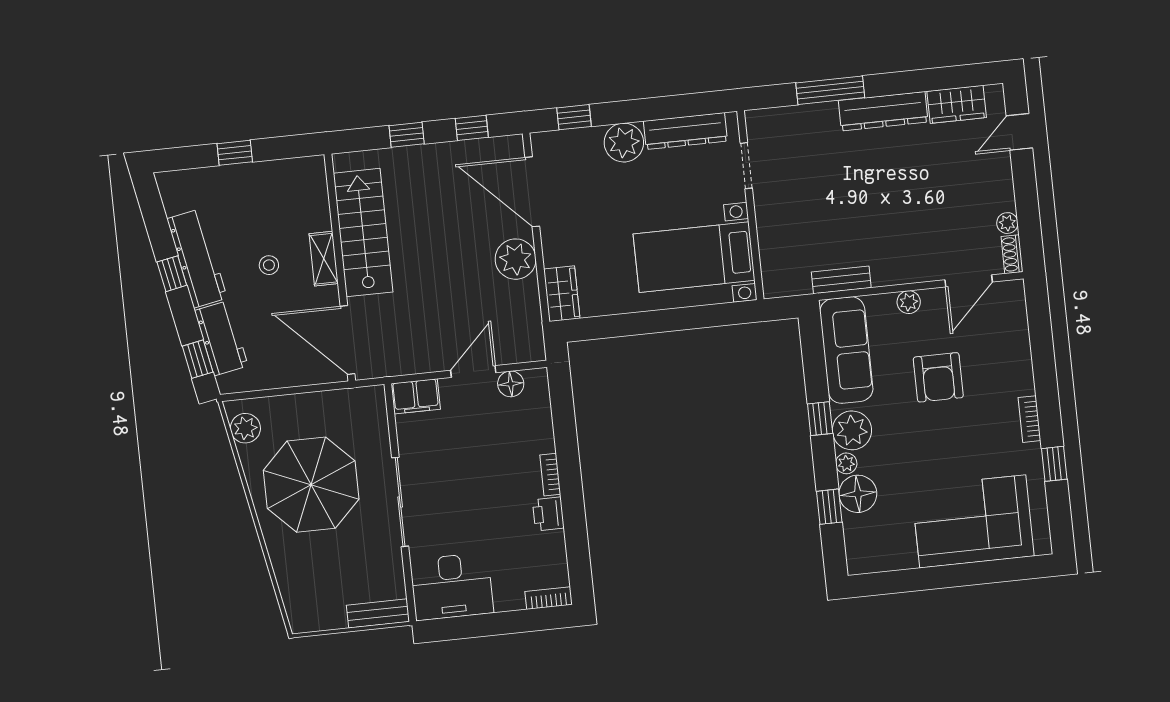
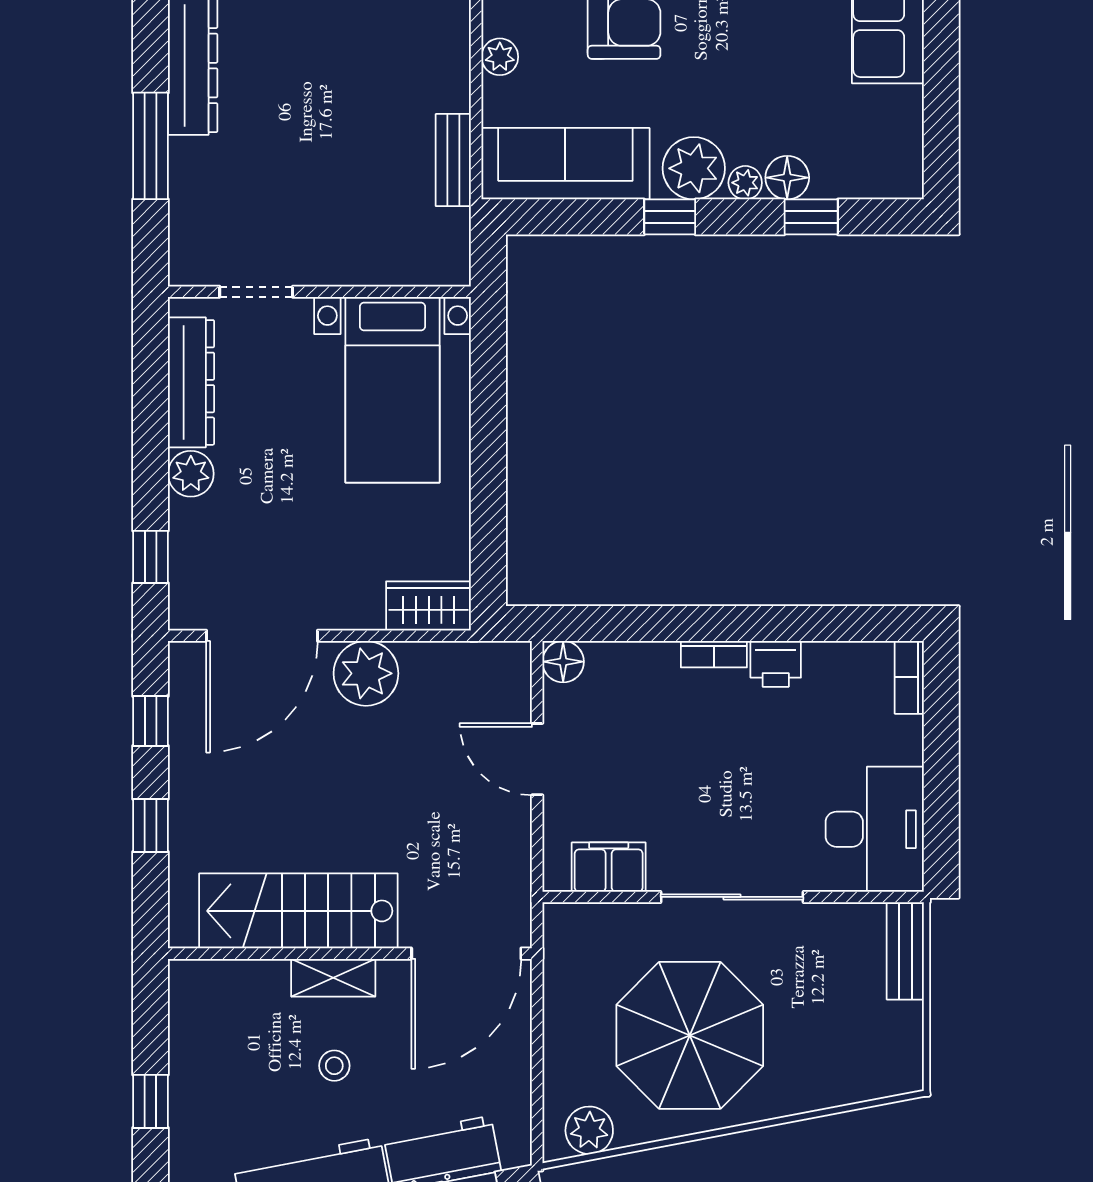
plant: (624, 143) -> (191, 474), width x0.73, depth x0.73
floor lamp: (511, 384) -> (563, 662), moved
filing cabinet: (416, 396) -> (609, 867), moved, turned -90
floor lamp: (858, 494) -> (787, 178), width x0.73, depth x0.73

